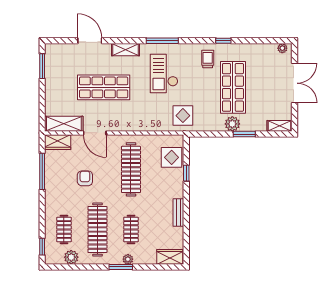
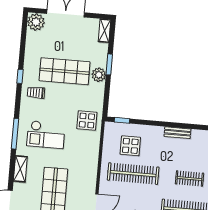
plant: (282, 48) -> (36, 22), width x1.87, depth x1.87
display table: (172, 157) -> (130, 146), moved
window: (186, 173) -> (122, 120), moved

